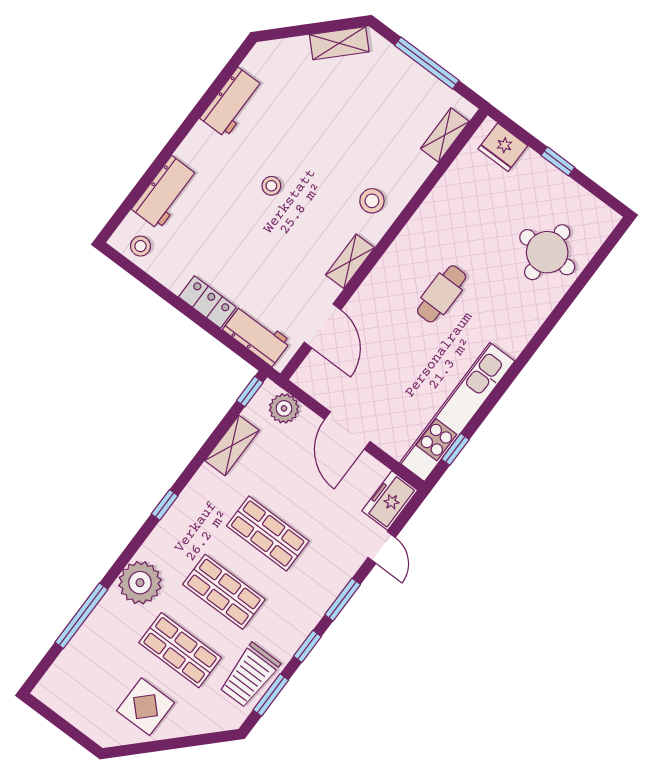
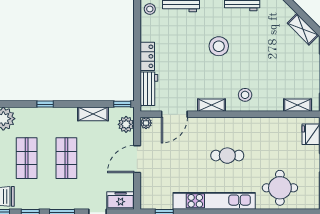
stool: (271, 186) -> (219, 46), width x1.89, depth x1.89
plant: (304, 378) -> (146, 123), added
kitchen unit: (457, 412) -> (214, 201), moved

